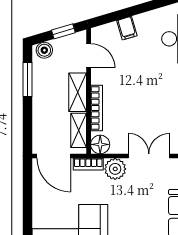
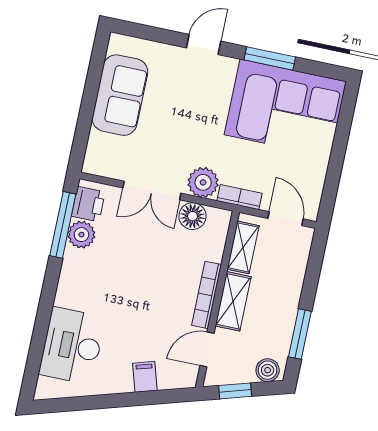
door: (89, 56) -> (207, 349), hinge flipped
bookcase: (97, 108) -> (207, 295), moved
floor lamp: (100, 144) -> (193, 216), moved
door: (54, 156) -> (286, 219), width x0.73

